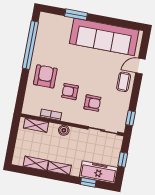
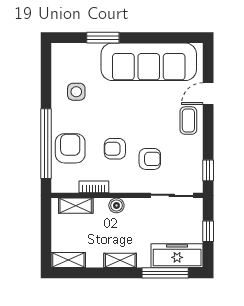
window: (30, 45) -> (46, 144), moved
side table: (51, 48) -> (76, 92), added
armchair: (45, 76) -> (70, 148), moved
shelving: (36, 163) -> (68, 260), moved
window: (88, 182) -> (165, 273), width x2.17

